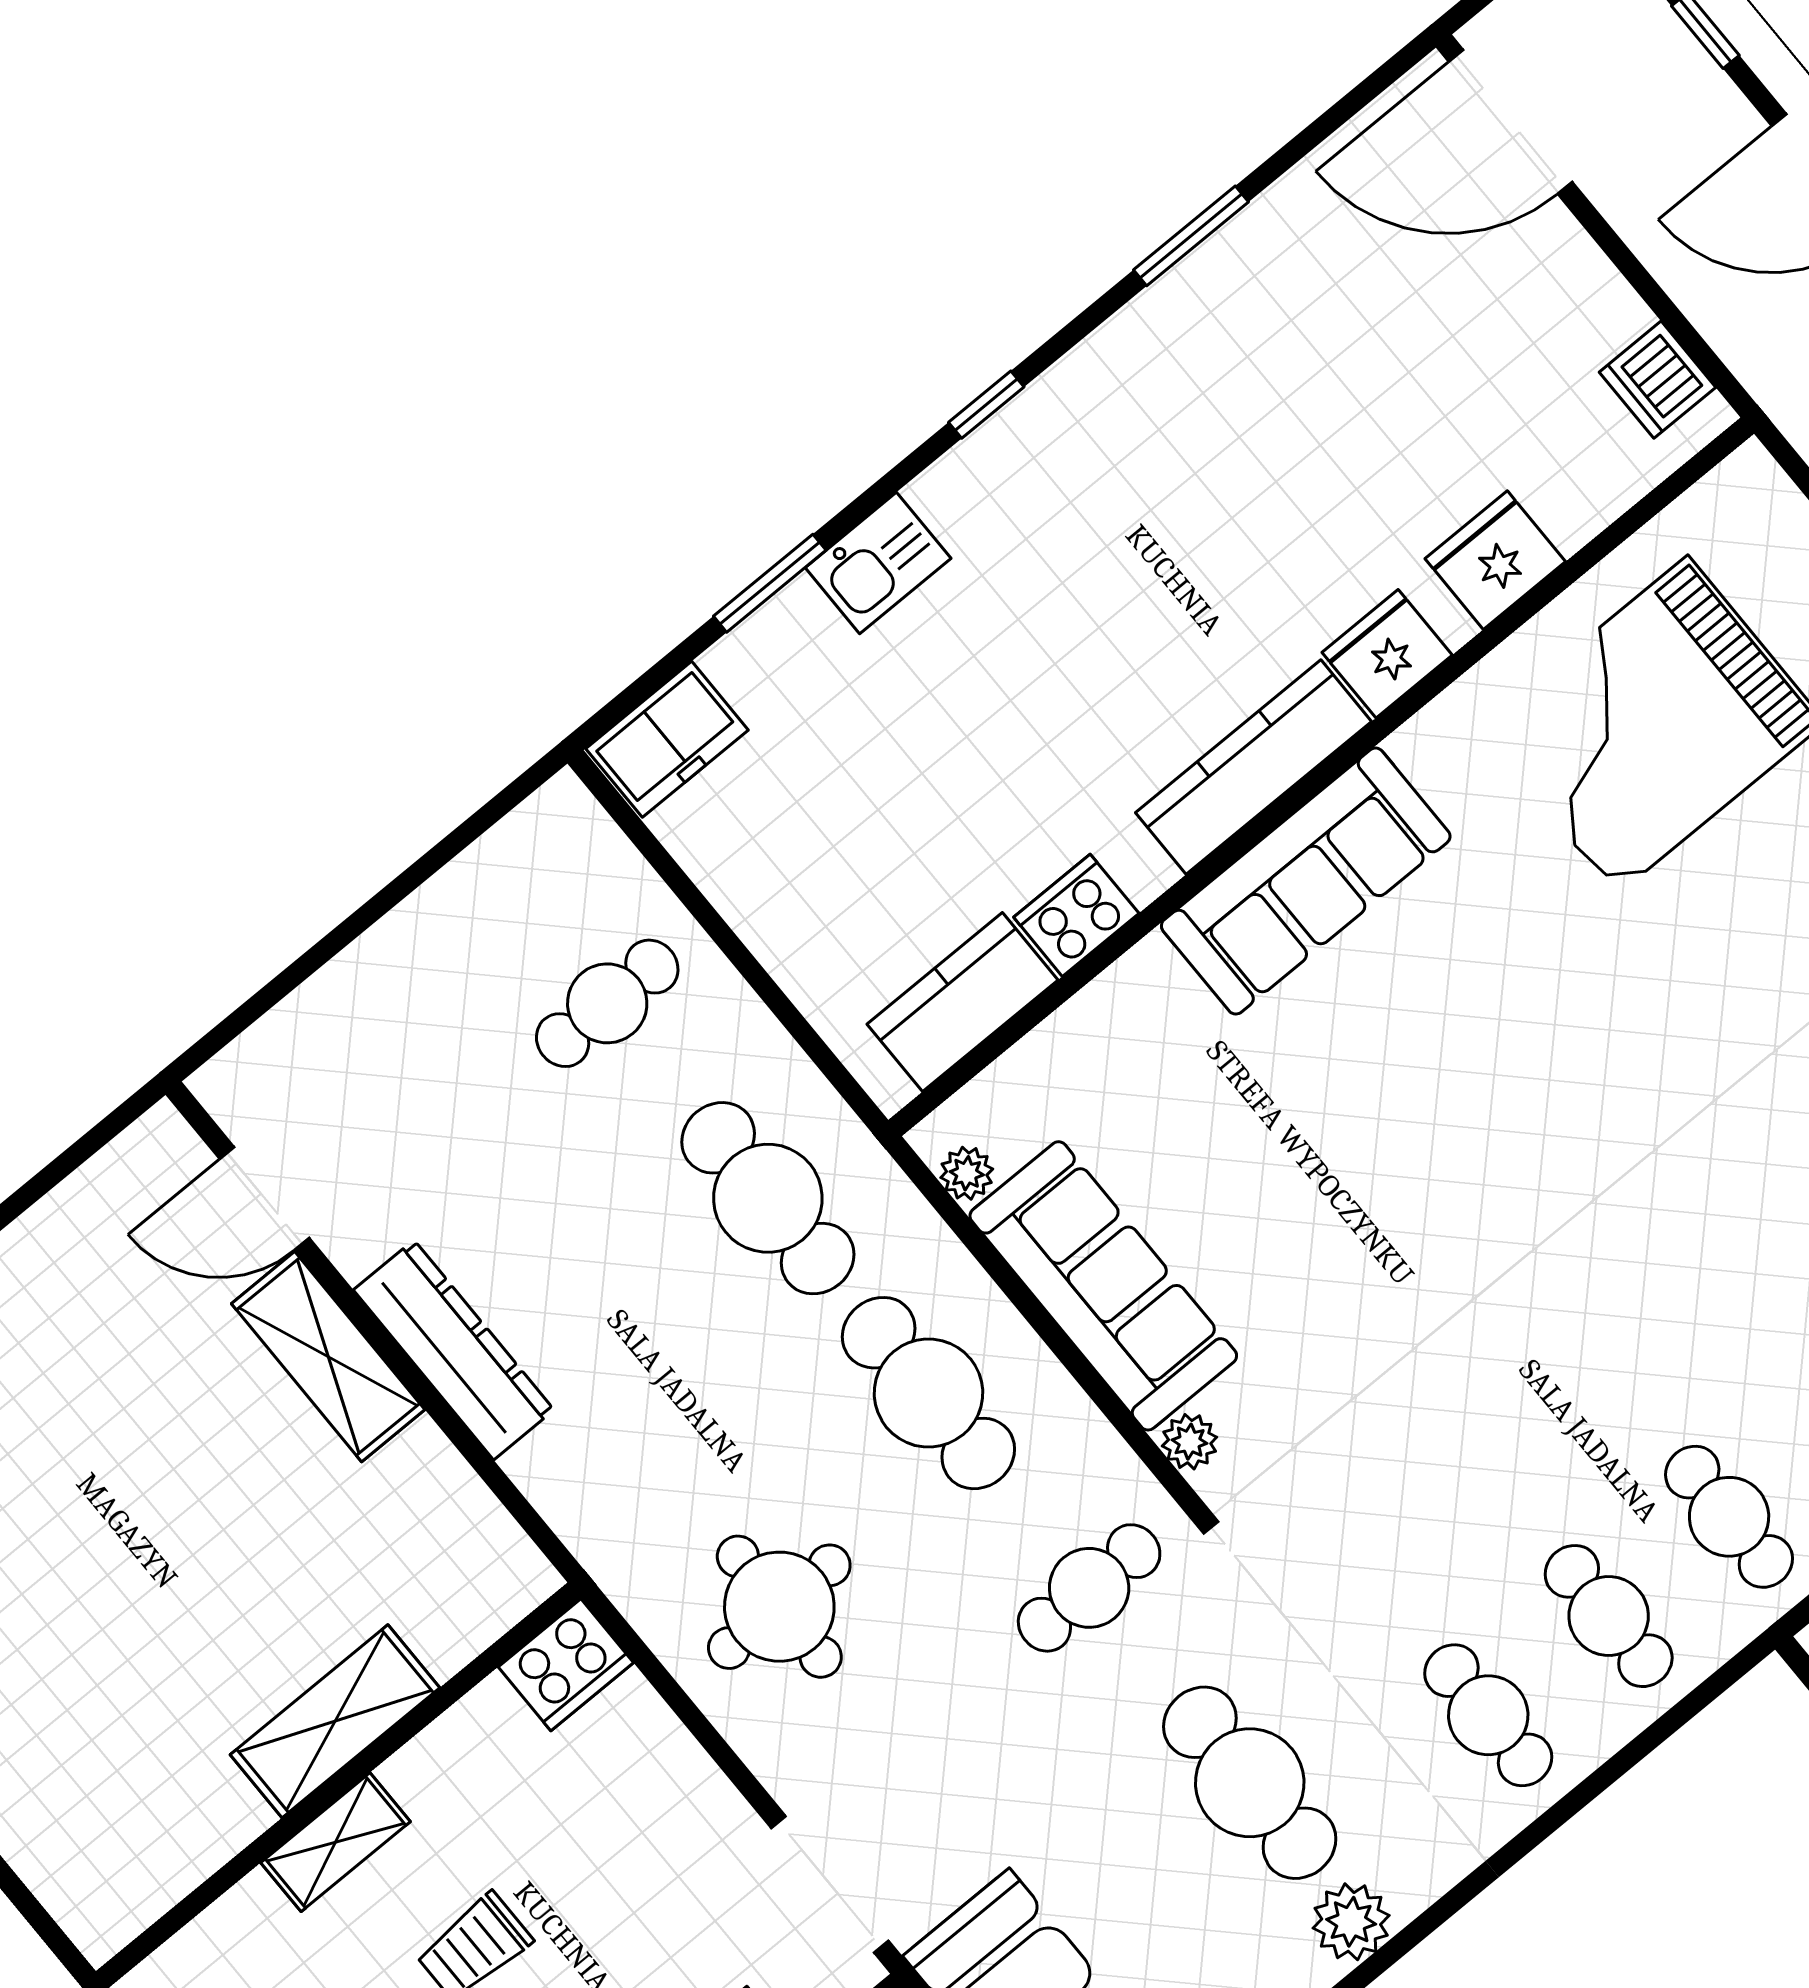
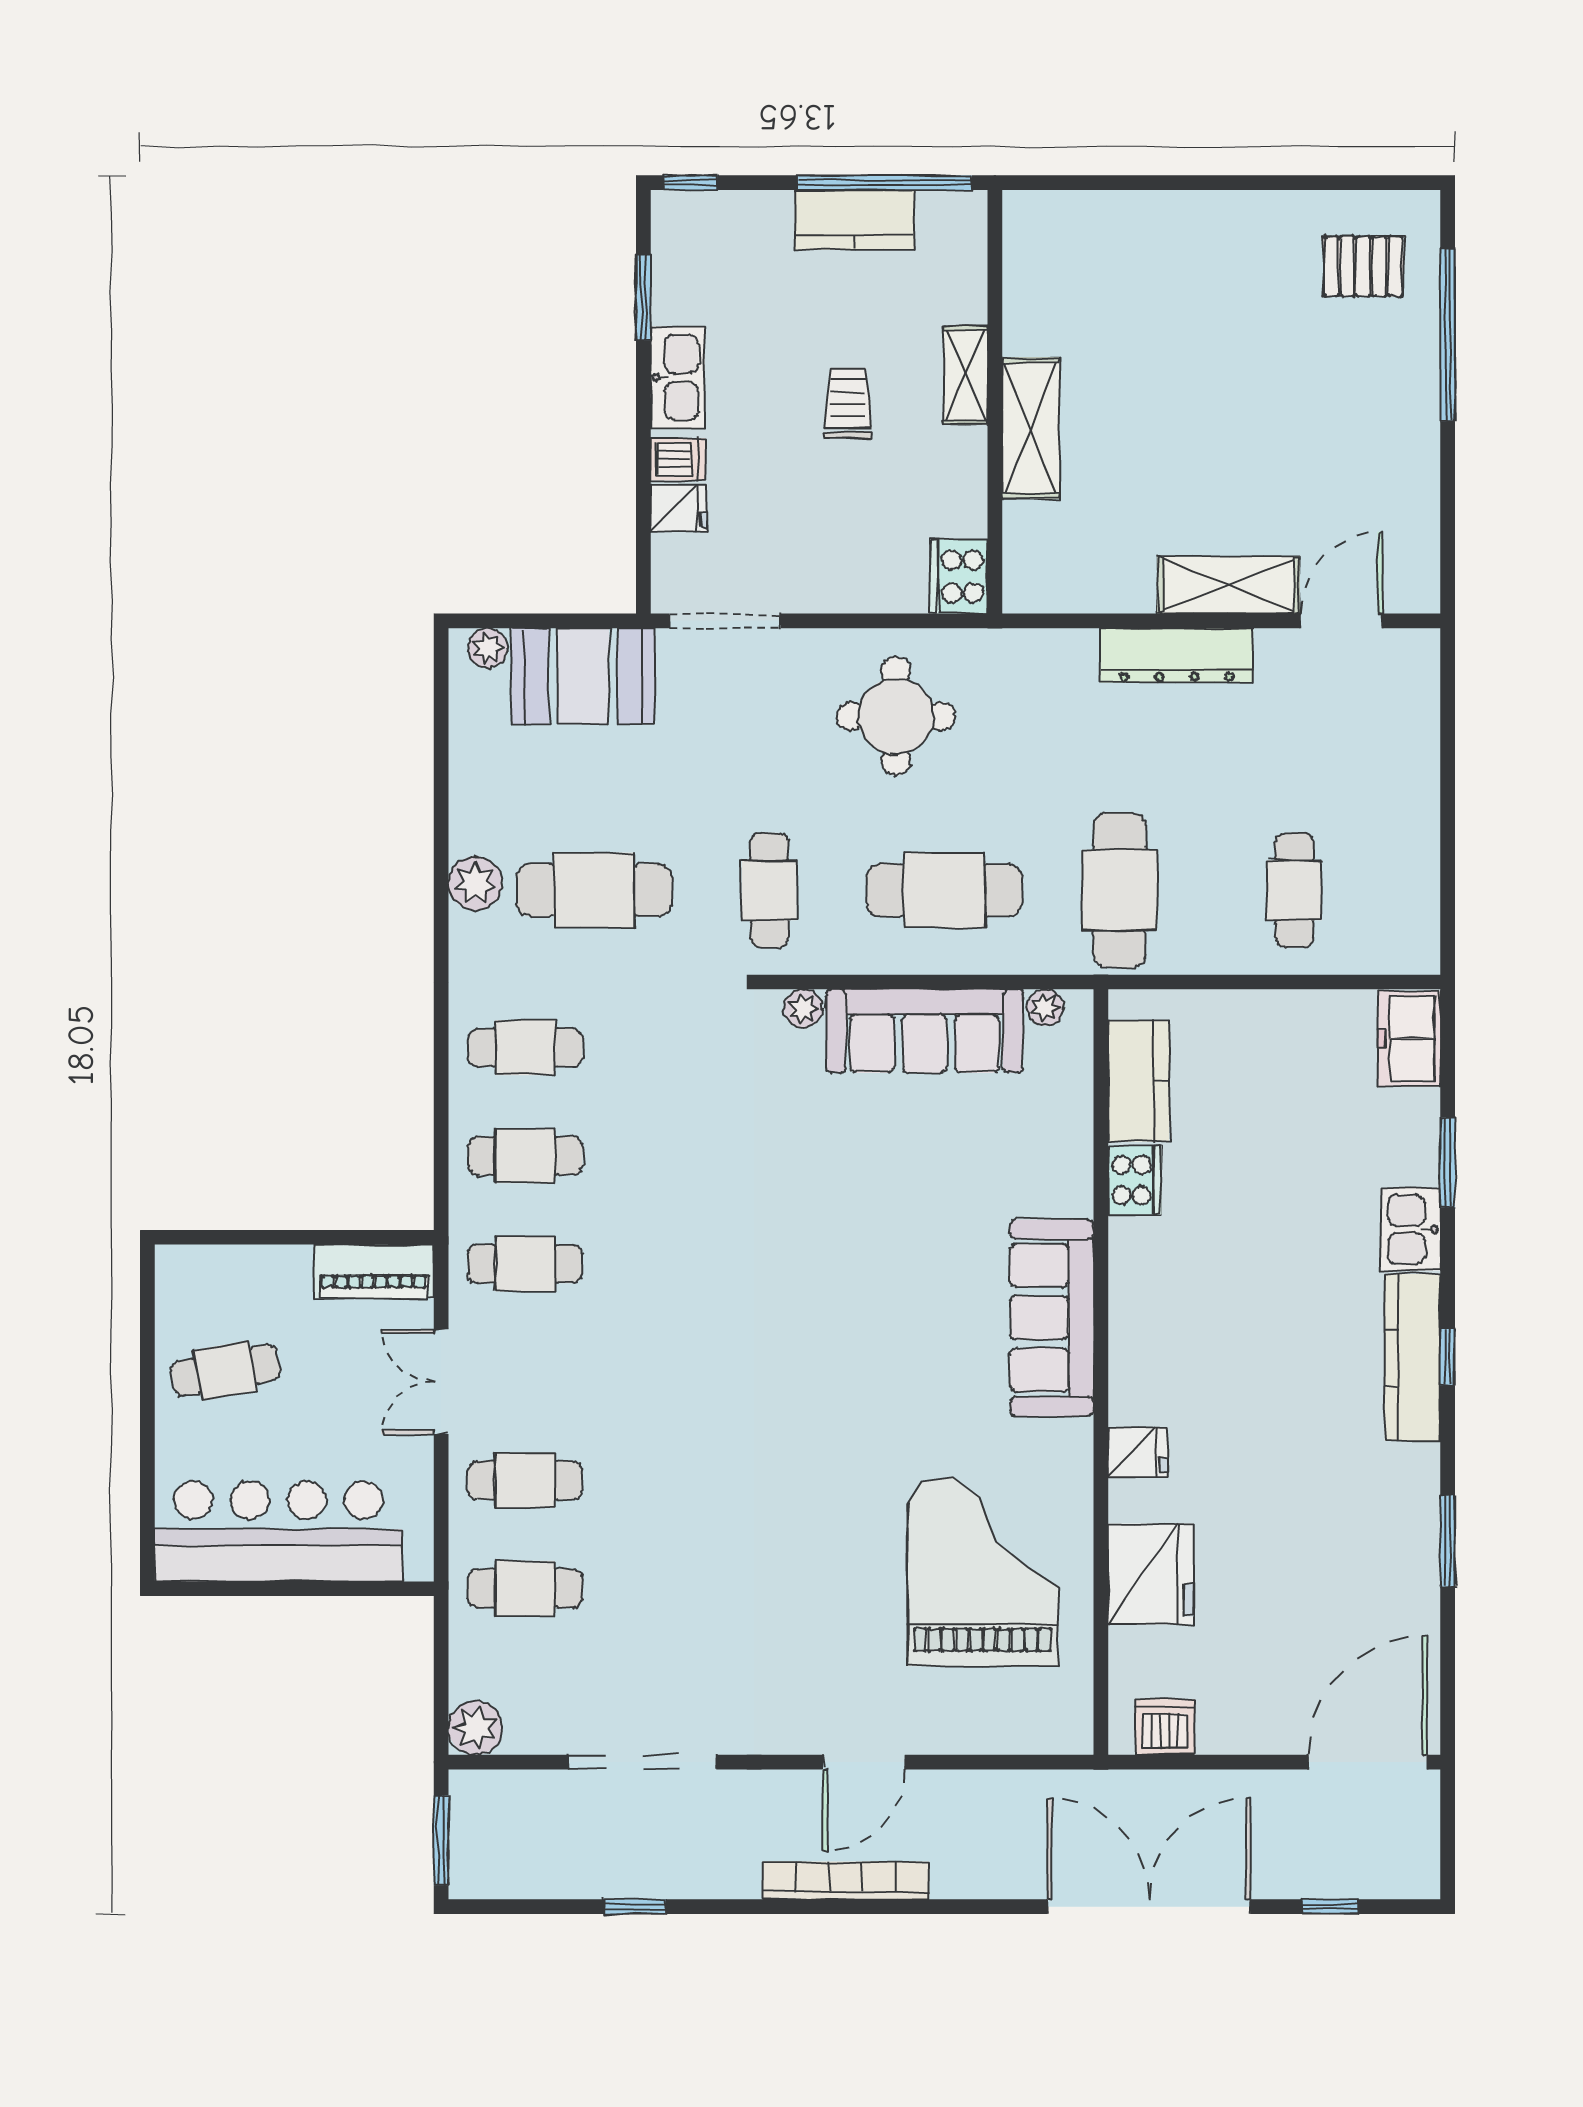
fridge: (1495, 560) -> (1151, 1574), width x1.36, depth x1.34
fridge: (1387, 654) -> (1138, 1452), width x0.72
kitchen counter: (1253, 767) -> (1413, 1358), moved, turned 180
cafe table: (768, 1198) -> (1119, 890), turned 90

